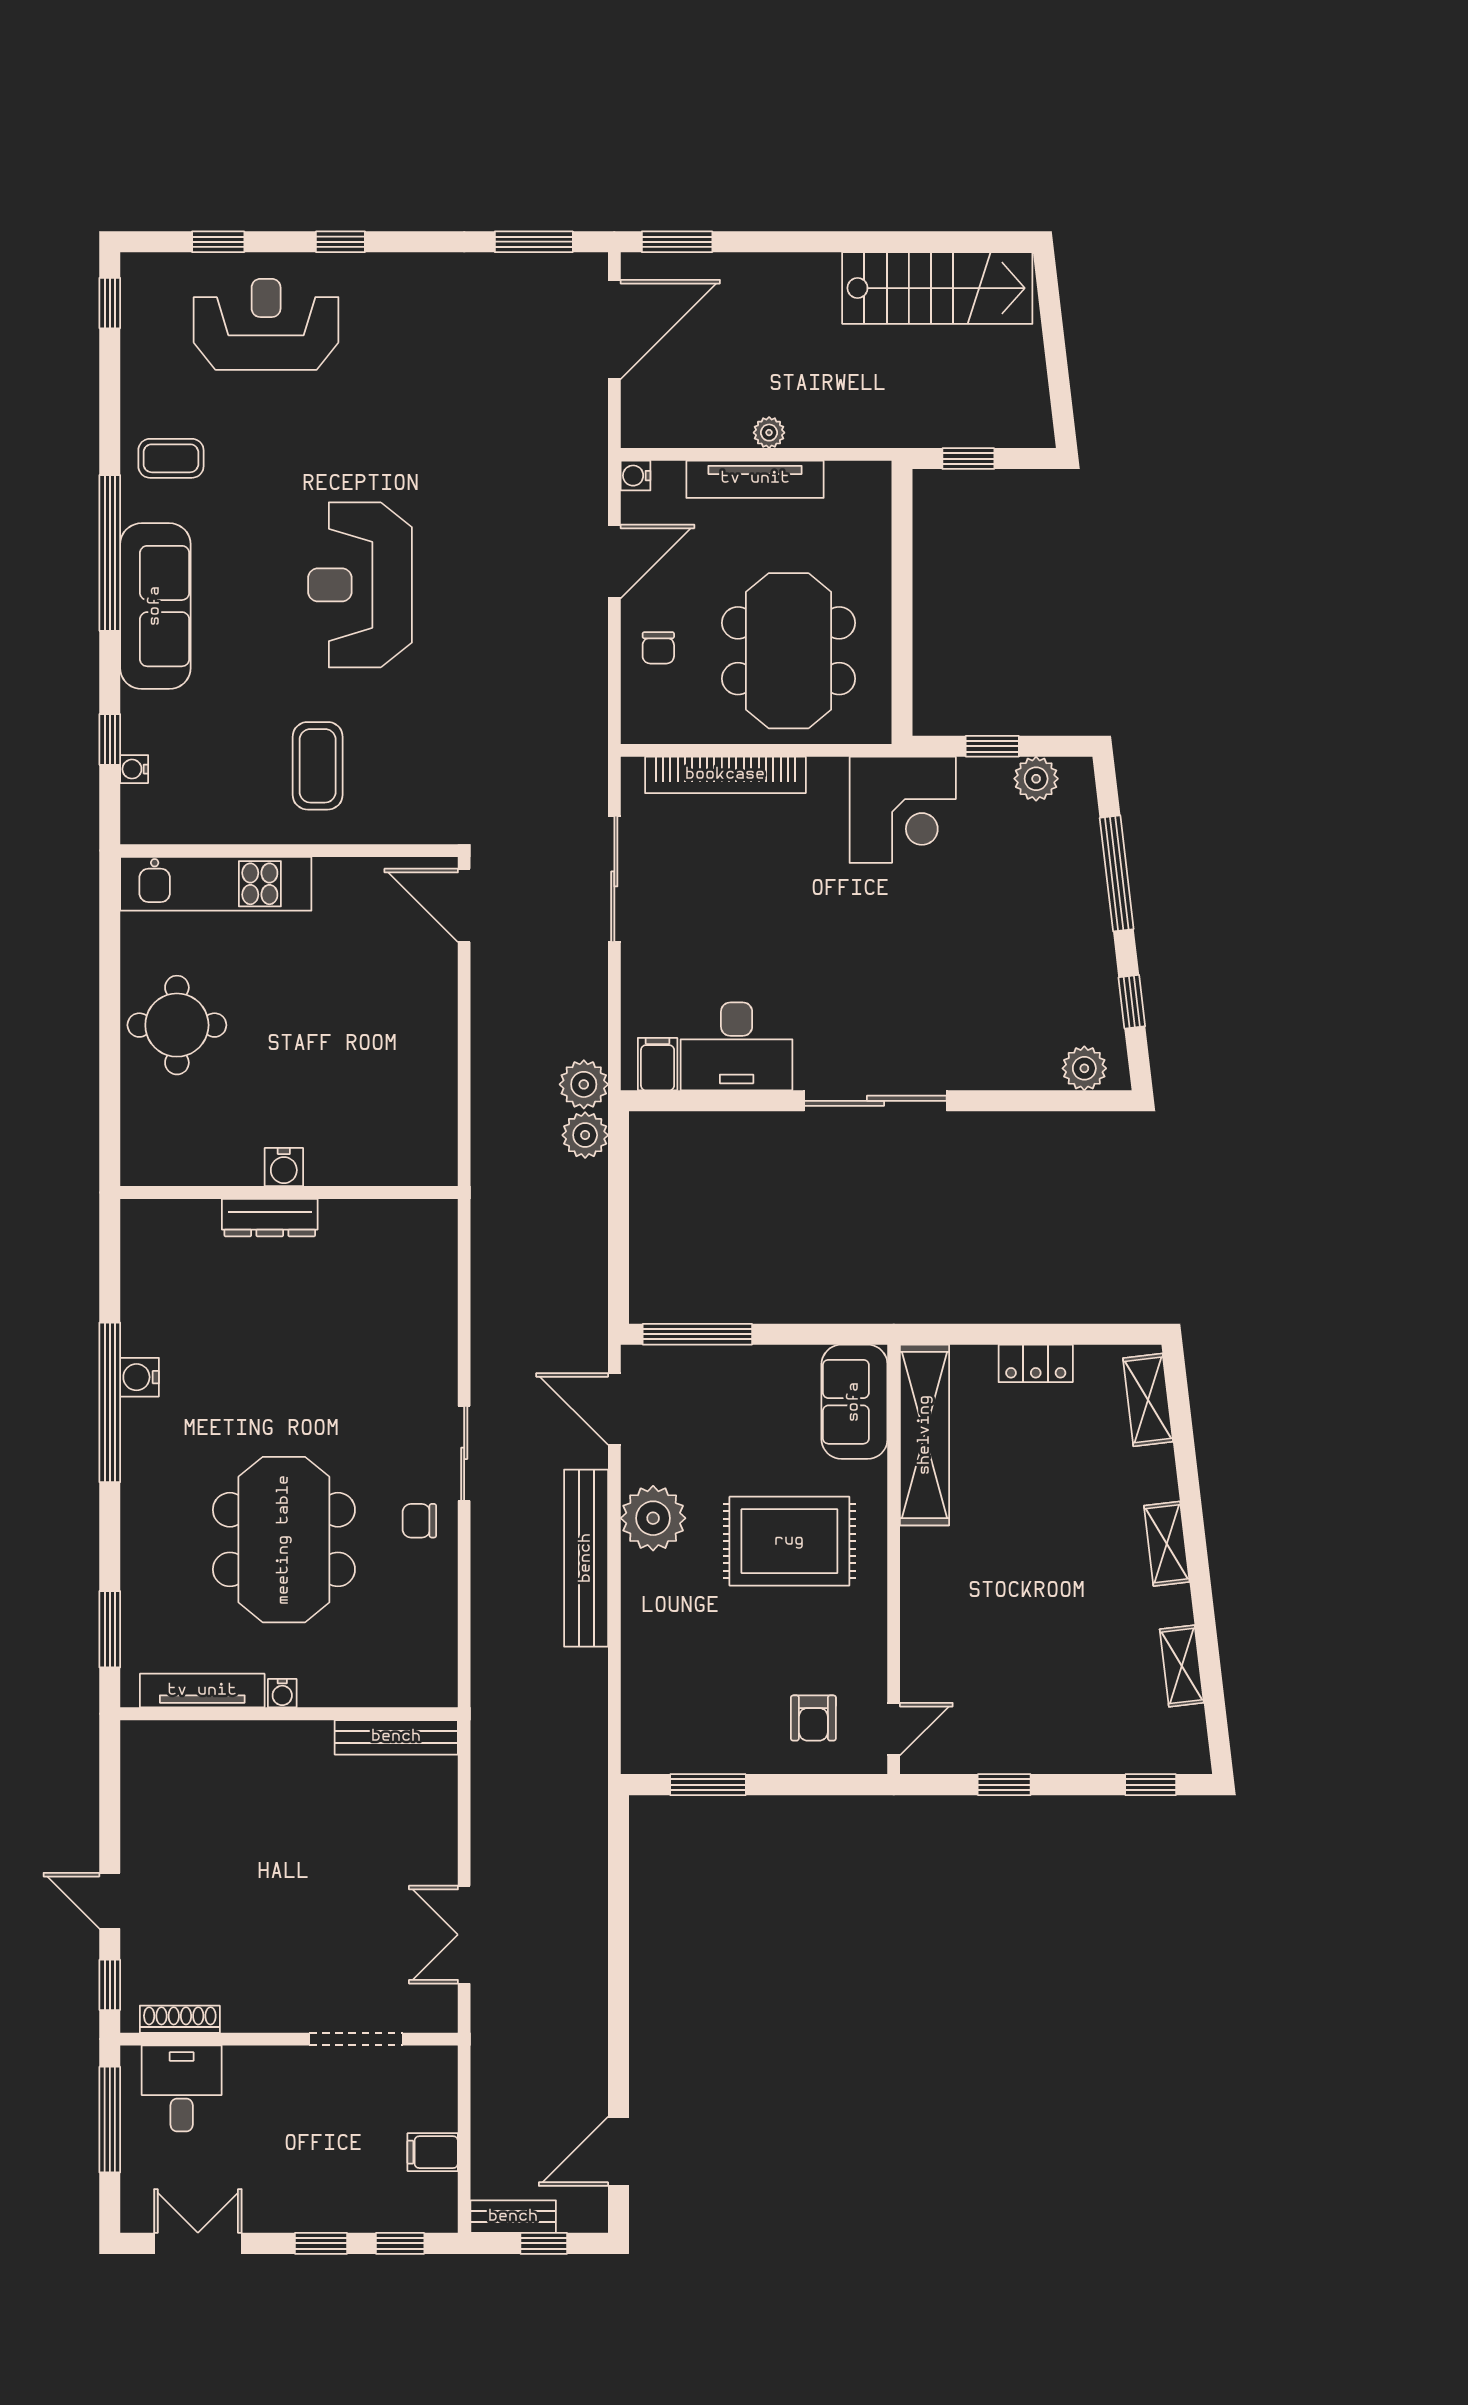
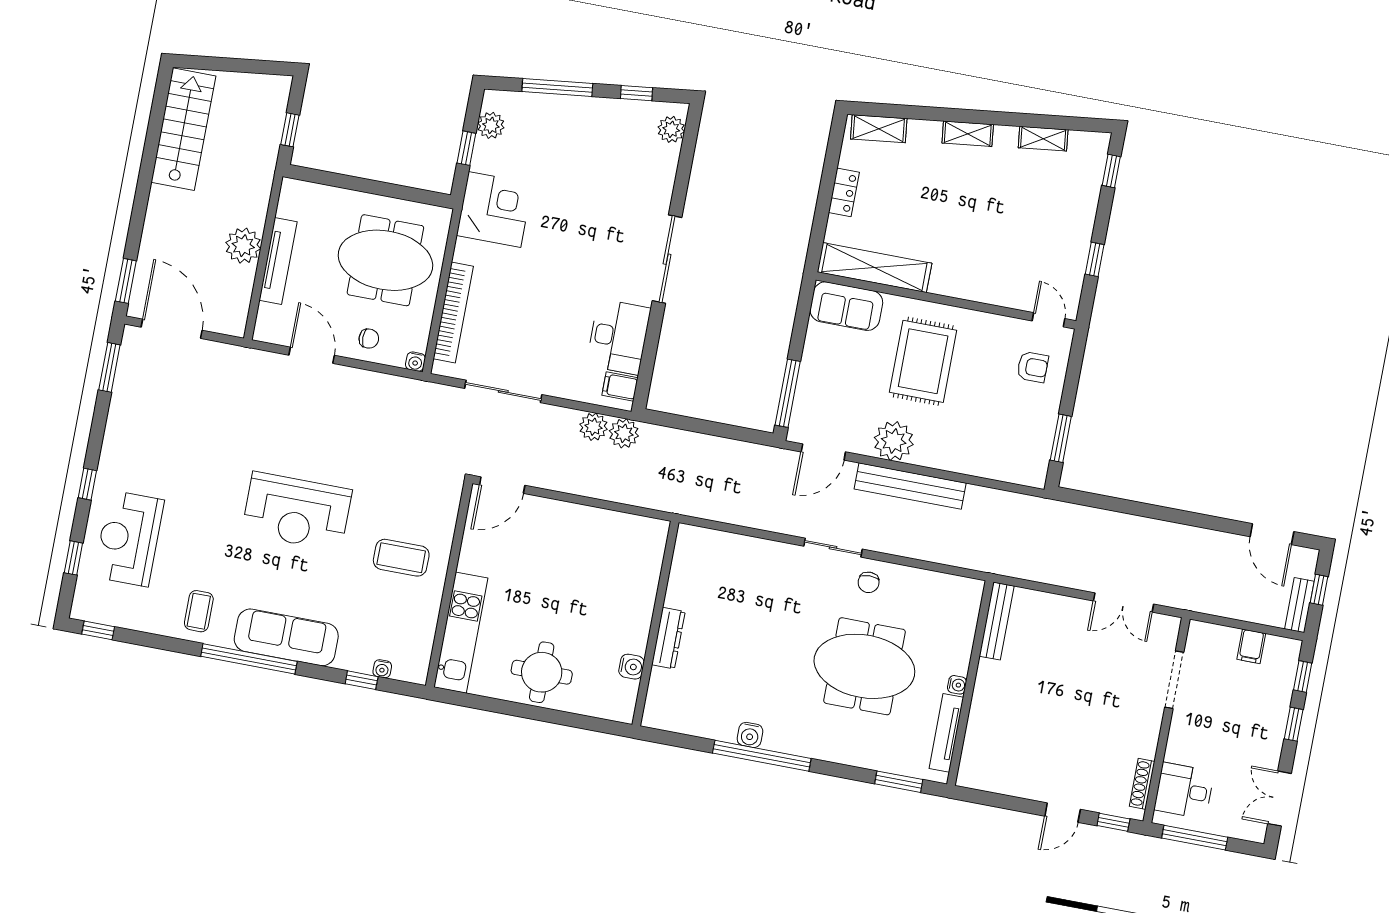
plant: (769, 433) -> (243, 246), width x1.87, depth x1.87
water cooler: (635, 476) -> (415, 362), moved
plant: (585, 1135) -> (593, 427), moved
water cooler: (284, 1167) -> (631, 667), moved

